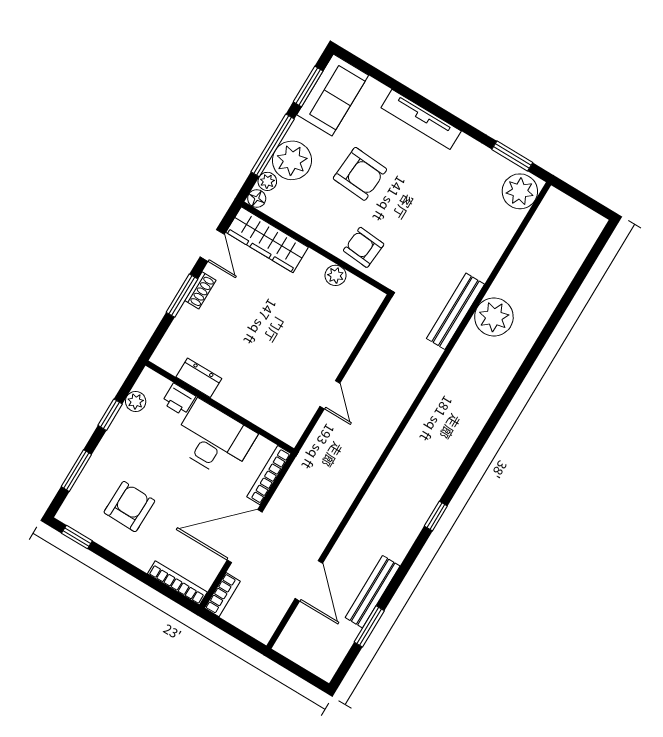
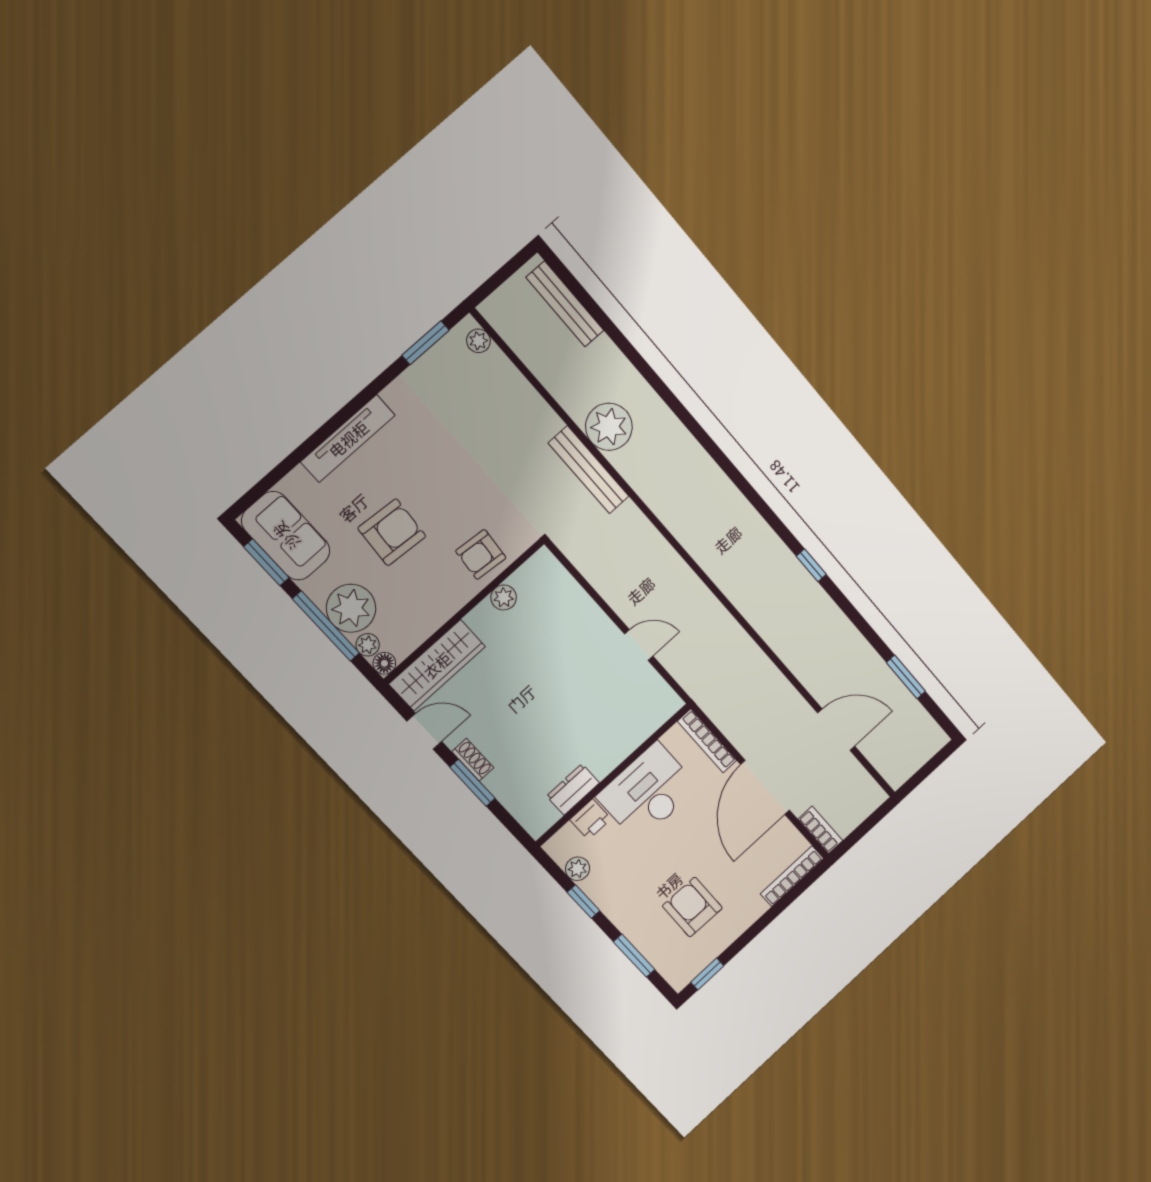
plant: (520, 191) -> (478, 341), width x0.53, depth x0.53
bench: (373, 592) -> (565, 304), moved

